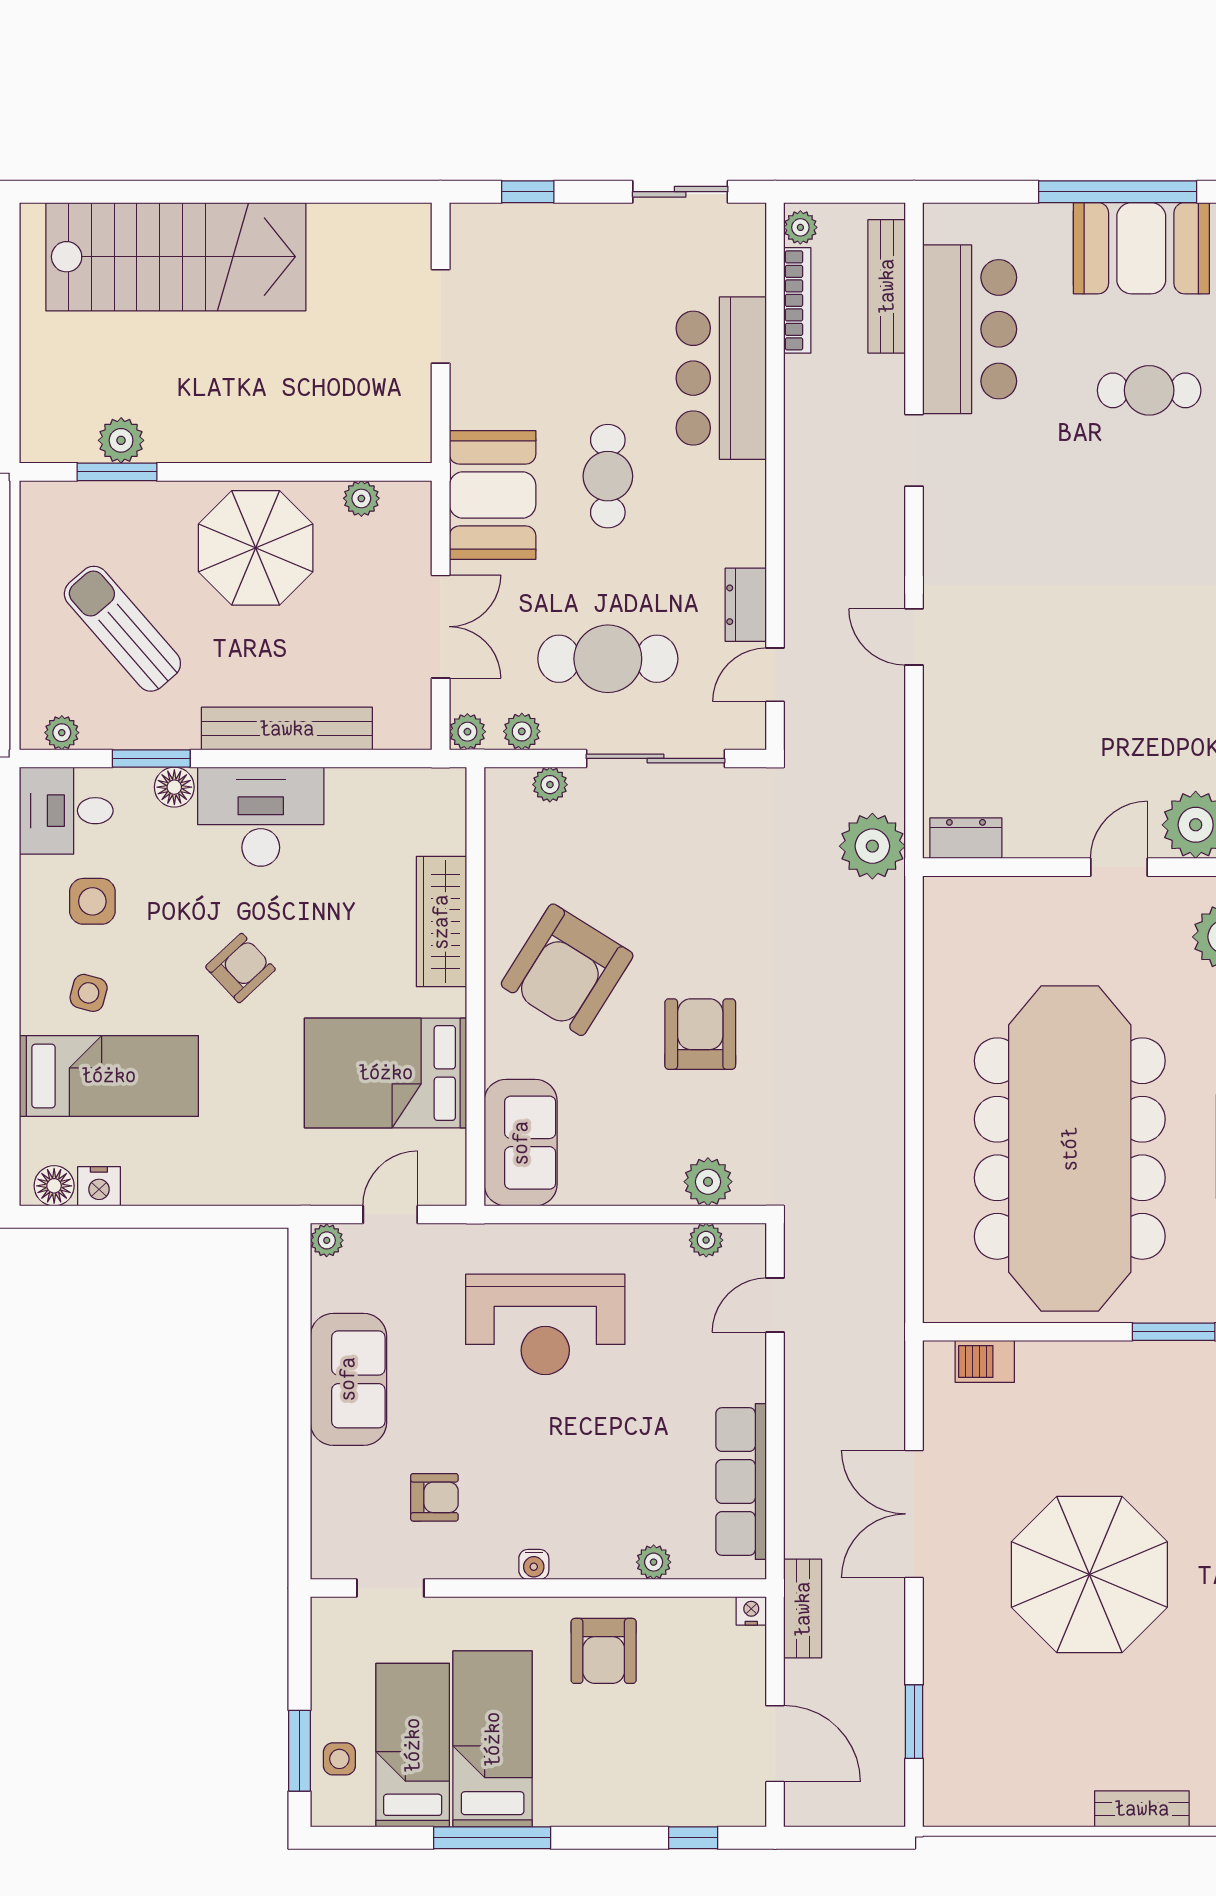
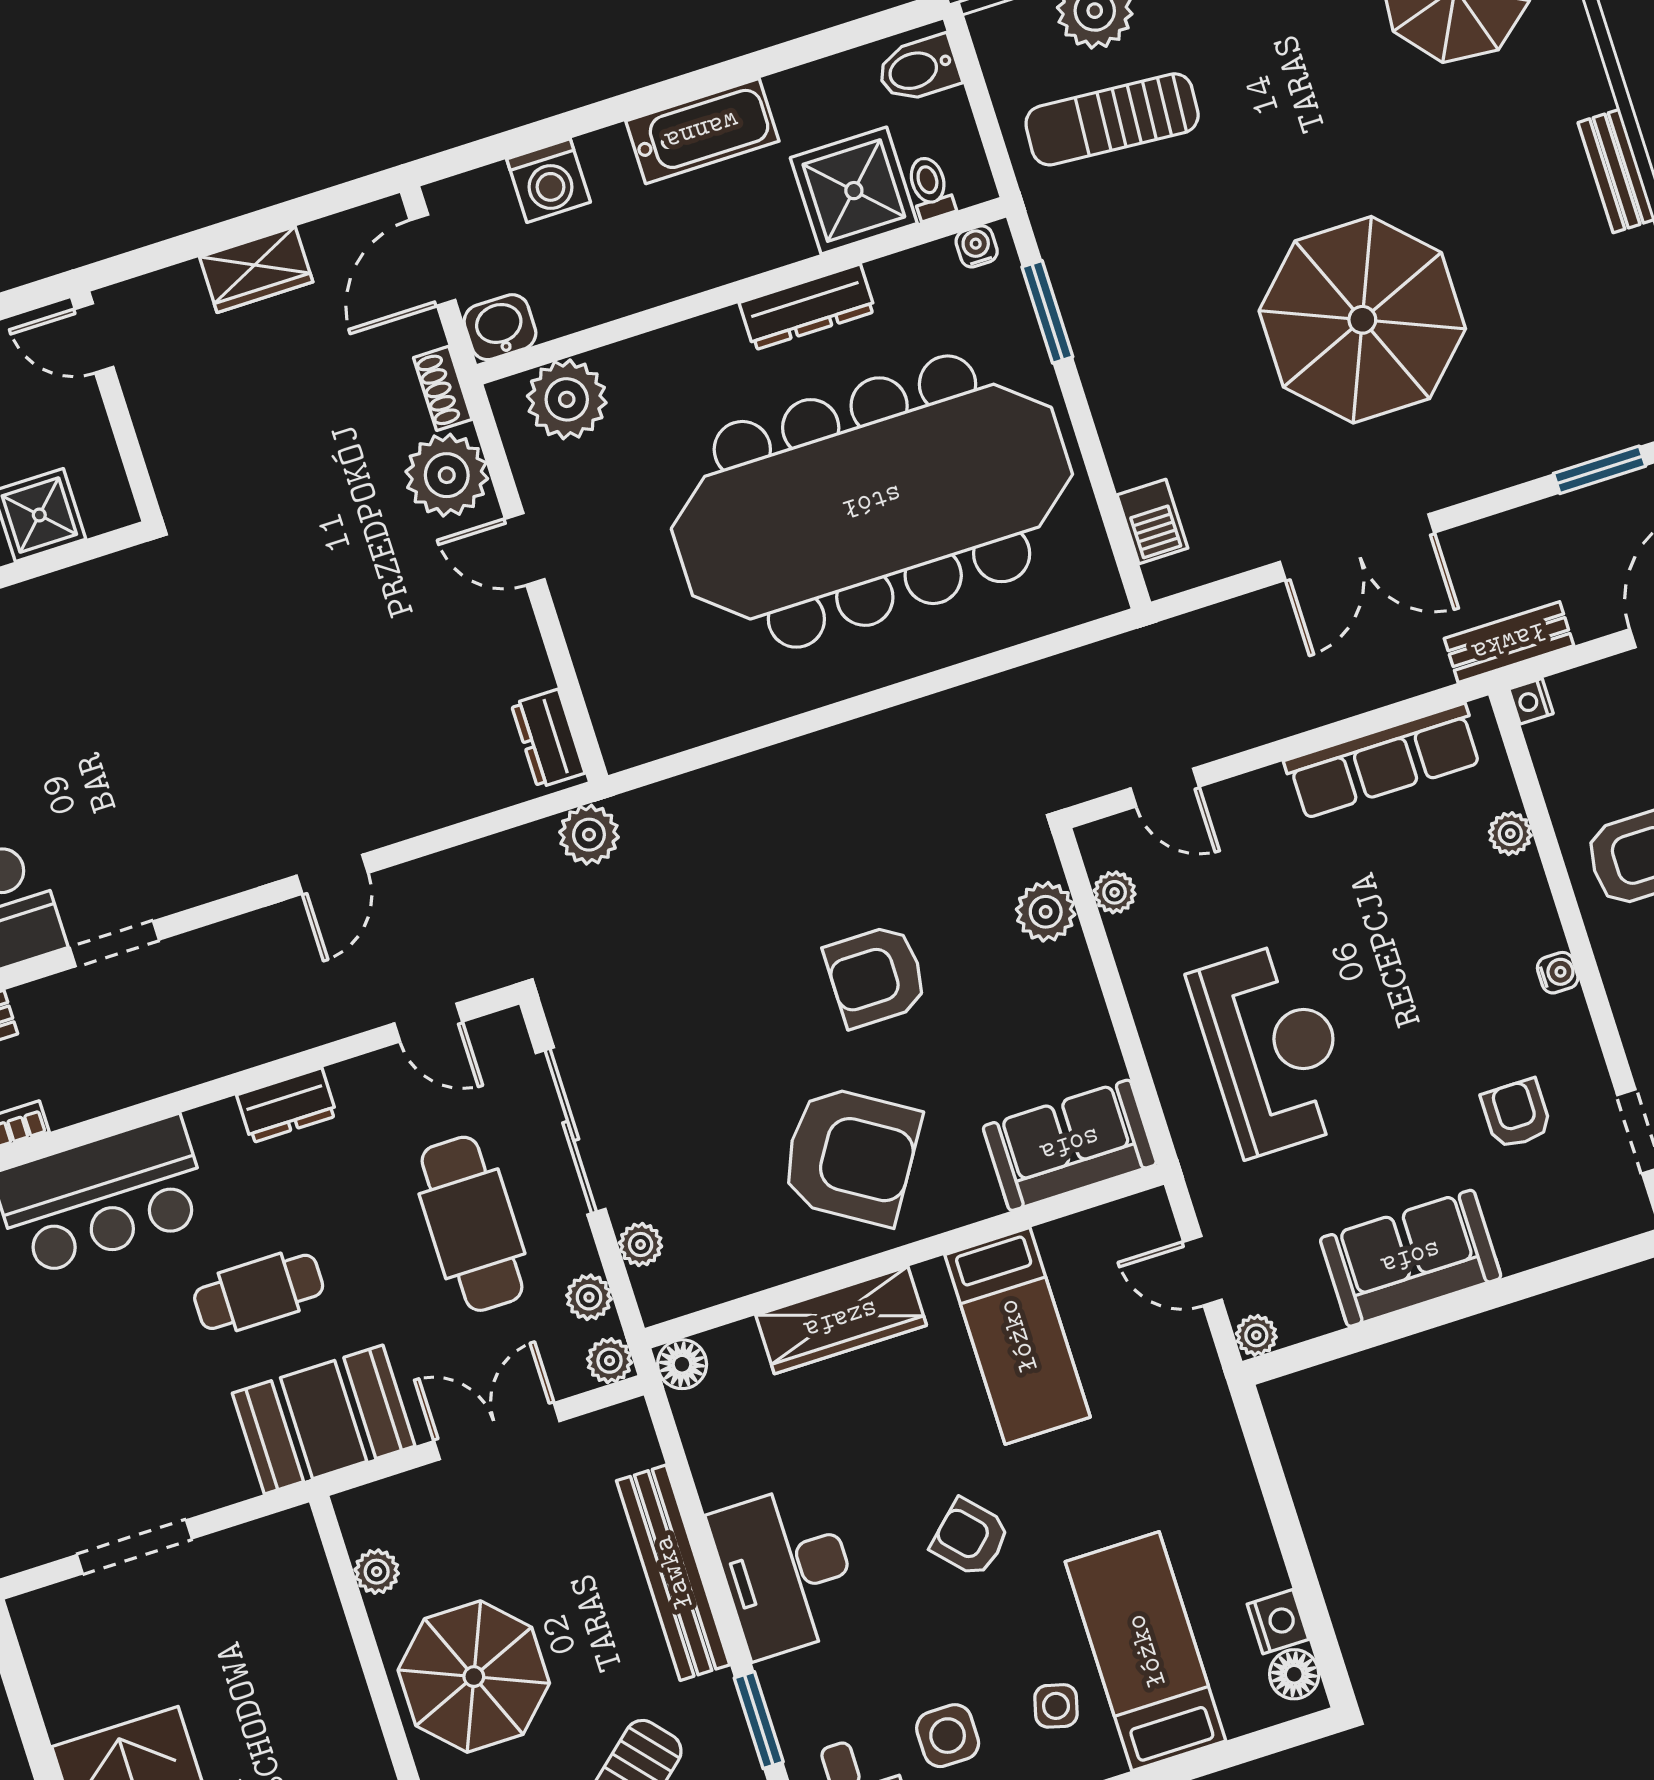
dresser: (746, 605) -> (287, 1105), moved
floor lamp: (174, 787) -> (682, 1364), moved
plant: (872, 846) -> (589, 835), width x0.73, depth x0.73
bed: (386, 1073) -> (1018, 1336), width x0.67

